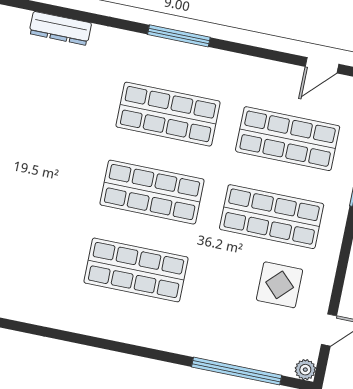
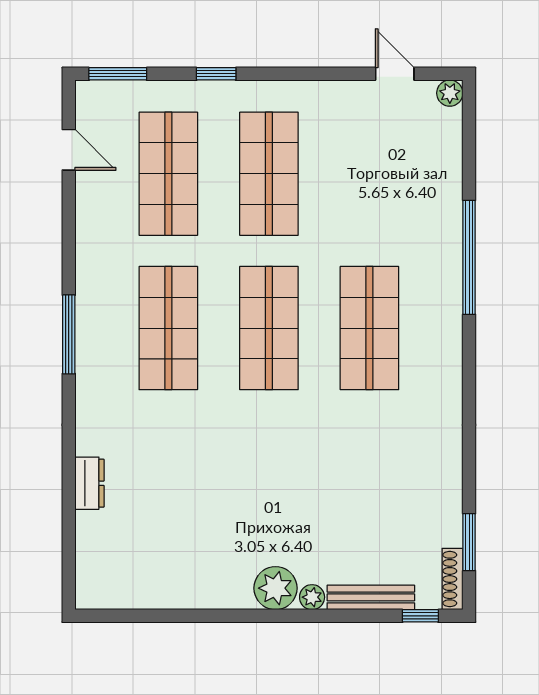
dresser: (60, 28) -> (90, 483), width x0.70
display table: (280, 285) -> (351, 147), removed
window: (237, 371) -> (469, 257), moved

